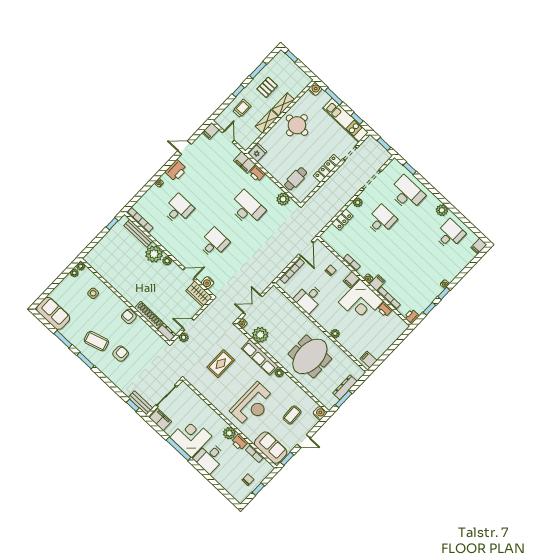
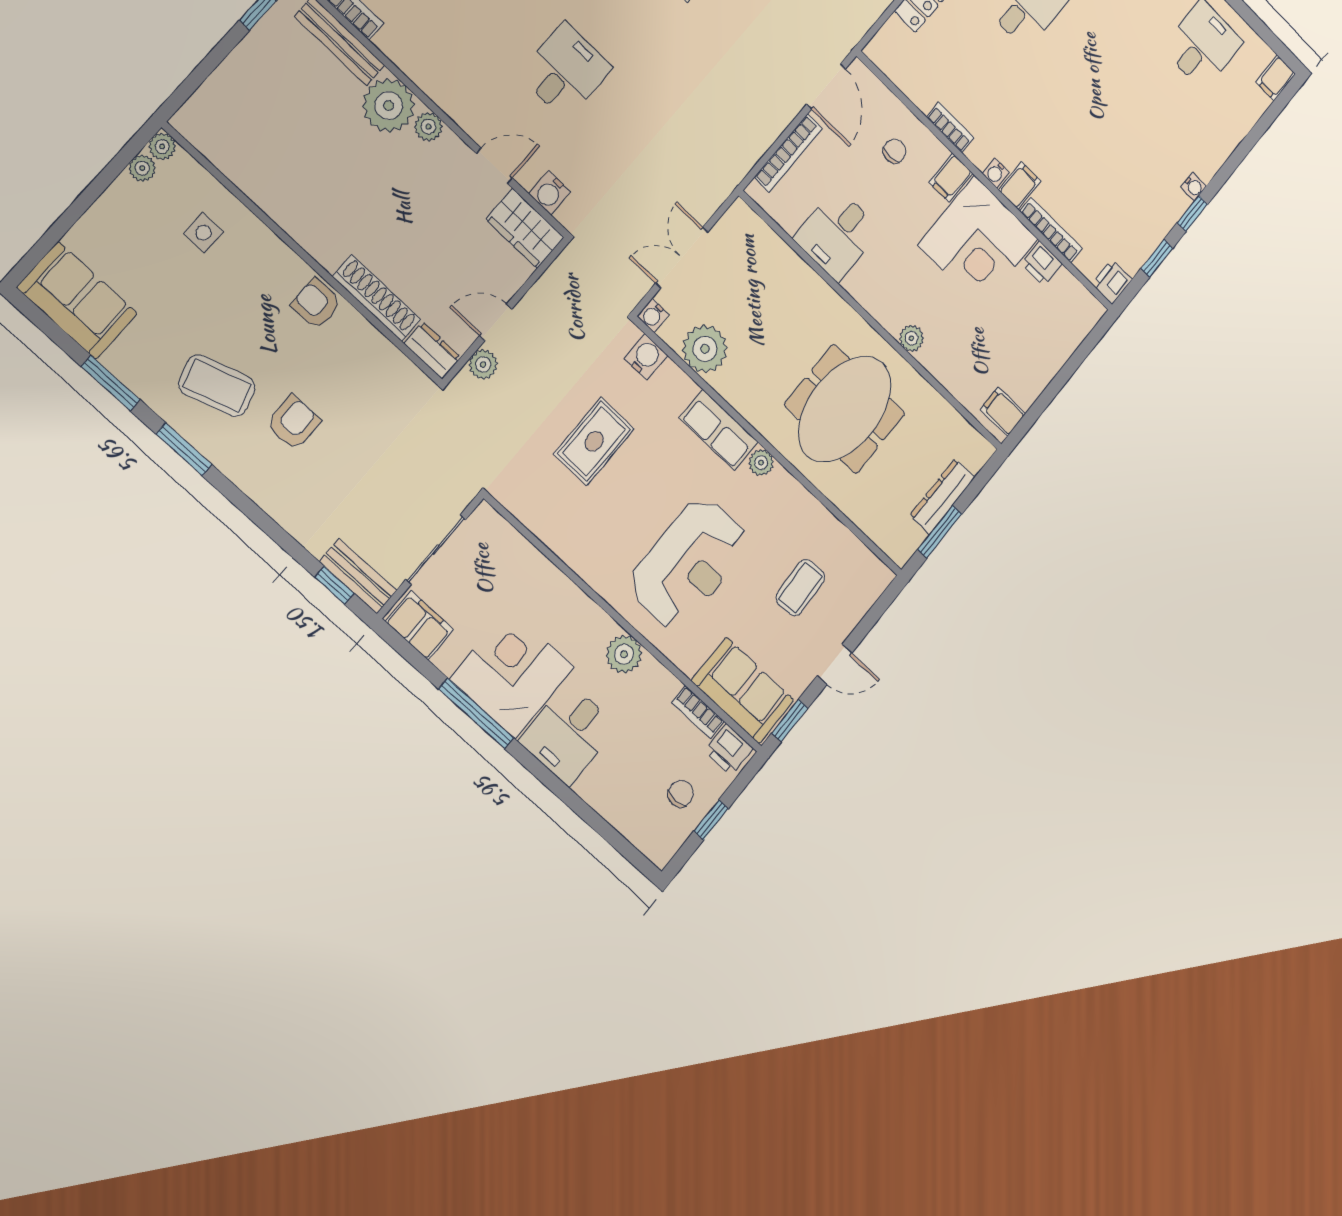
row of seats: (260, 357) -> (719, 430), width x0.68
water cooler: (320, 413) -> (646, 357), moved
printer: (239, 442) -> (729, 750), moved

